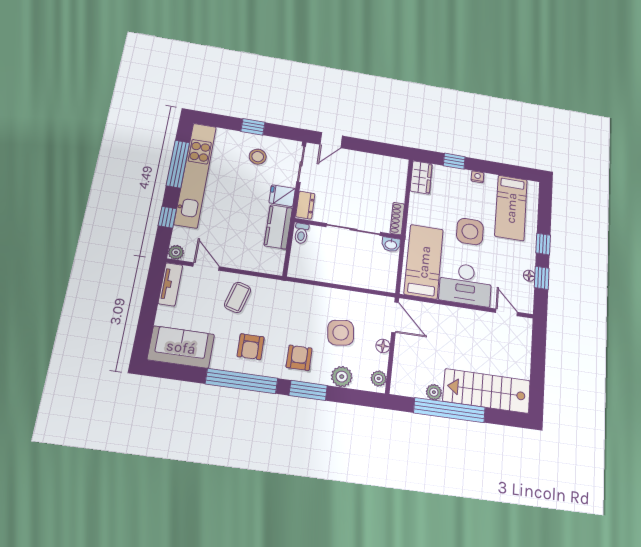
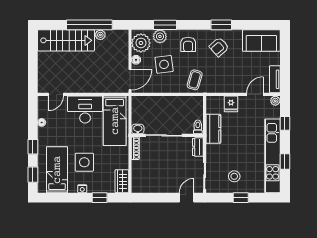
window: (178, 164) -> (285, 162), width x0.46
fridge: (282, 196) -> (231, 104), moved, turned 90
side table: (470, 232) -> (84, 162), moved
door: (206, 266) -> (255, 94), swing flipped
window: (542, 278) -> (33, 175), moved
coffee table: (238, 297) -> (195, 80), moved
door: (507, 312) -> (56, 94), hinge flipped
door: (395, 317) -> (130, 80), swing flipped
armchair: (251, 347) -> (219, 47), turned -131
plant: (379, 378) -> (141, 43), width x1.88, depth x1.88
window: (242, 381) -> (221, 25), width x0.47
window: (308, 390) -> (165, 25), moved

